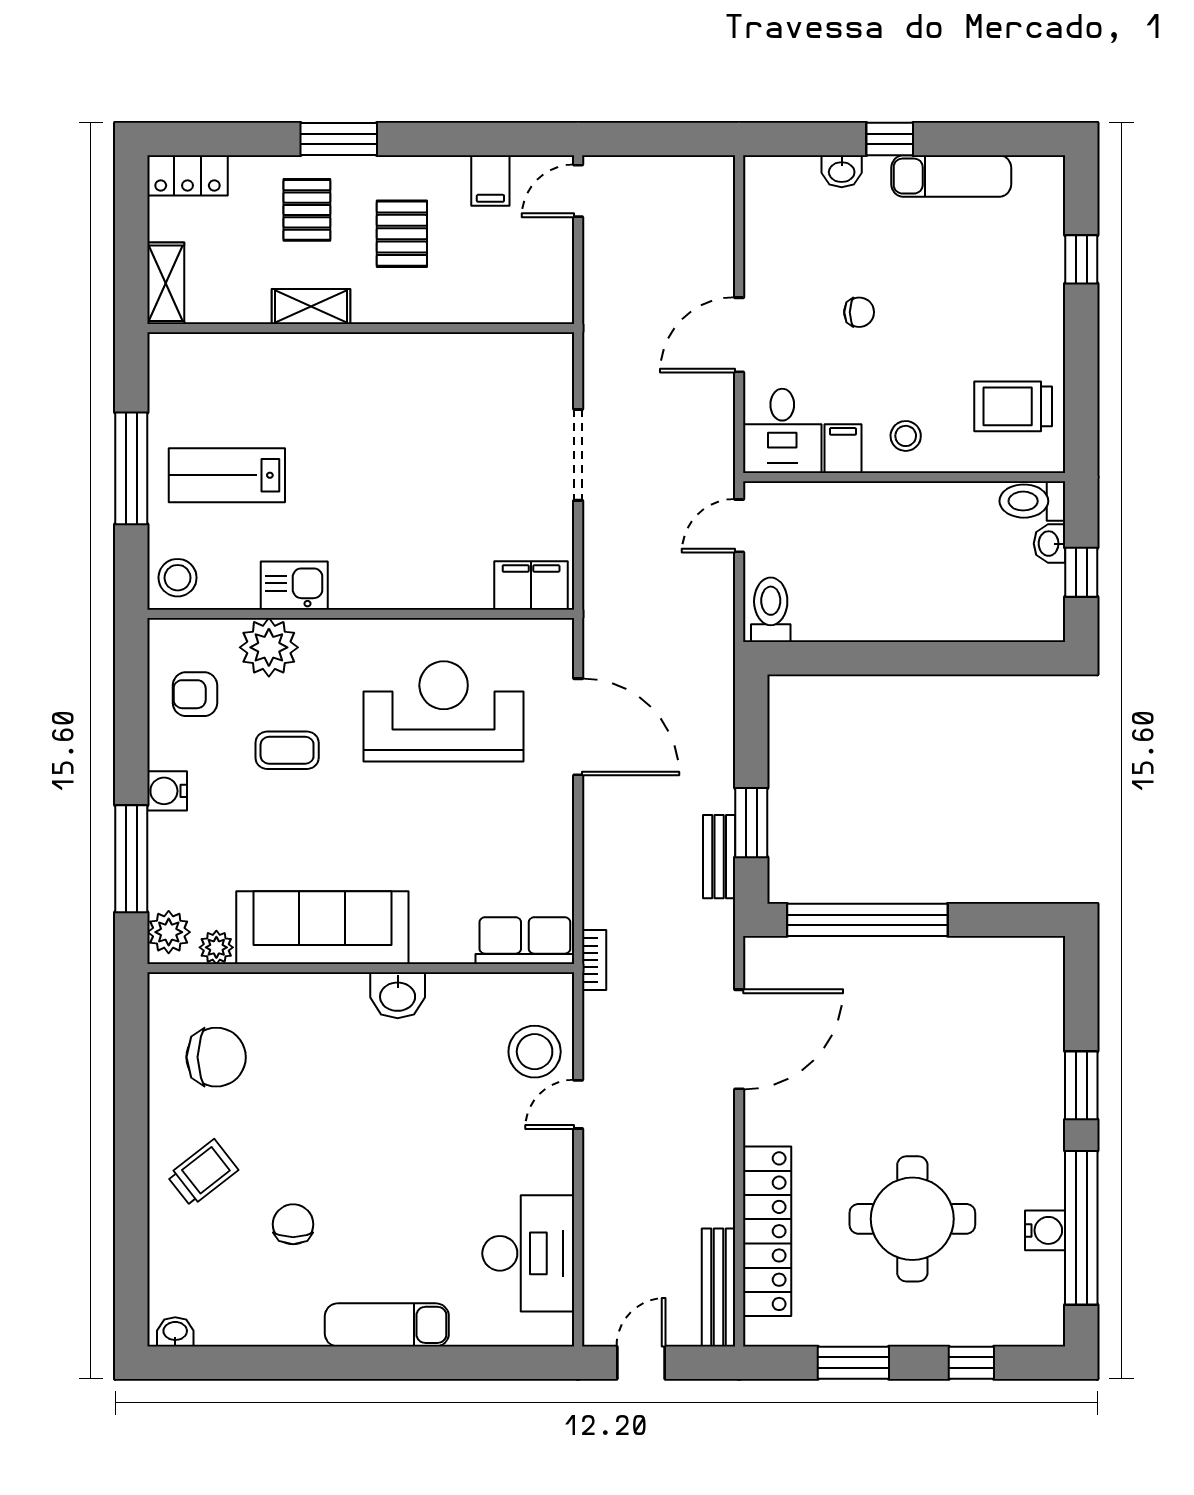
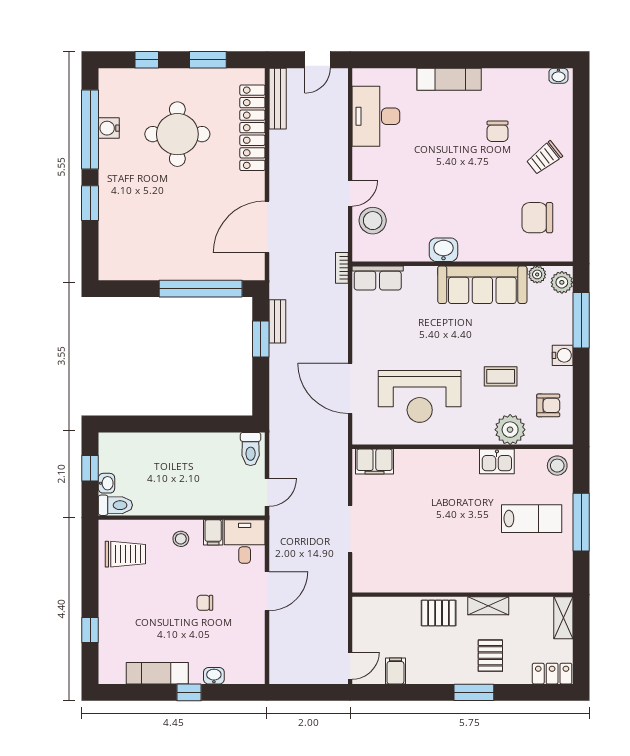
pallet: (402, 234) -> (439, 613), moved, turned 90

